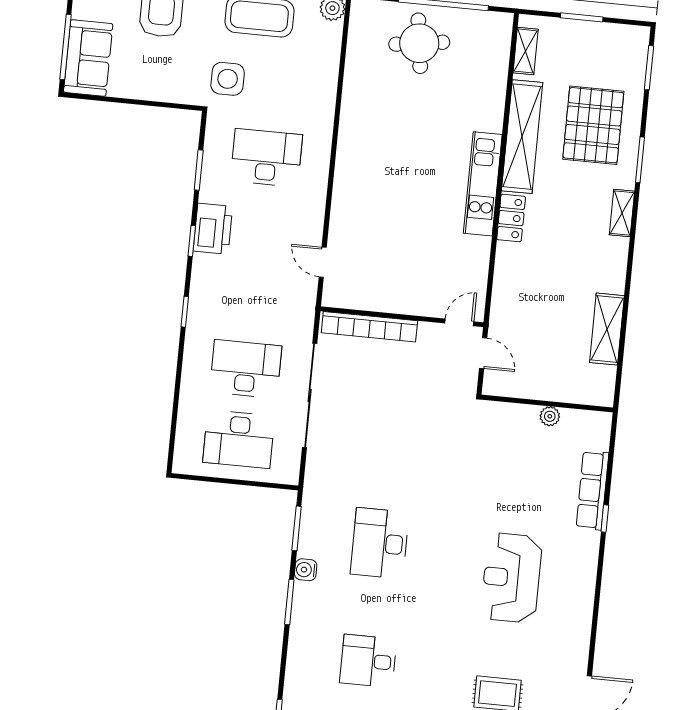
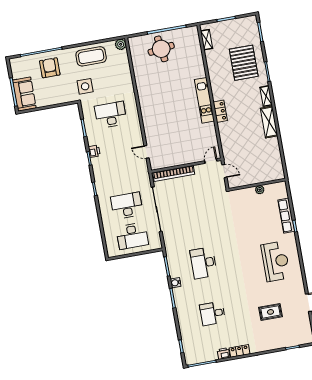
shelving: (522, 137) -> (215, 76), removed
printer: (213, 229) -> (94, 151), width x0.53, depth x0.68
shelving: (607, 329) -> (269, 122), moved
reception desk: (511, 578) -> (276, 261), moved, turned 180

